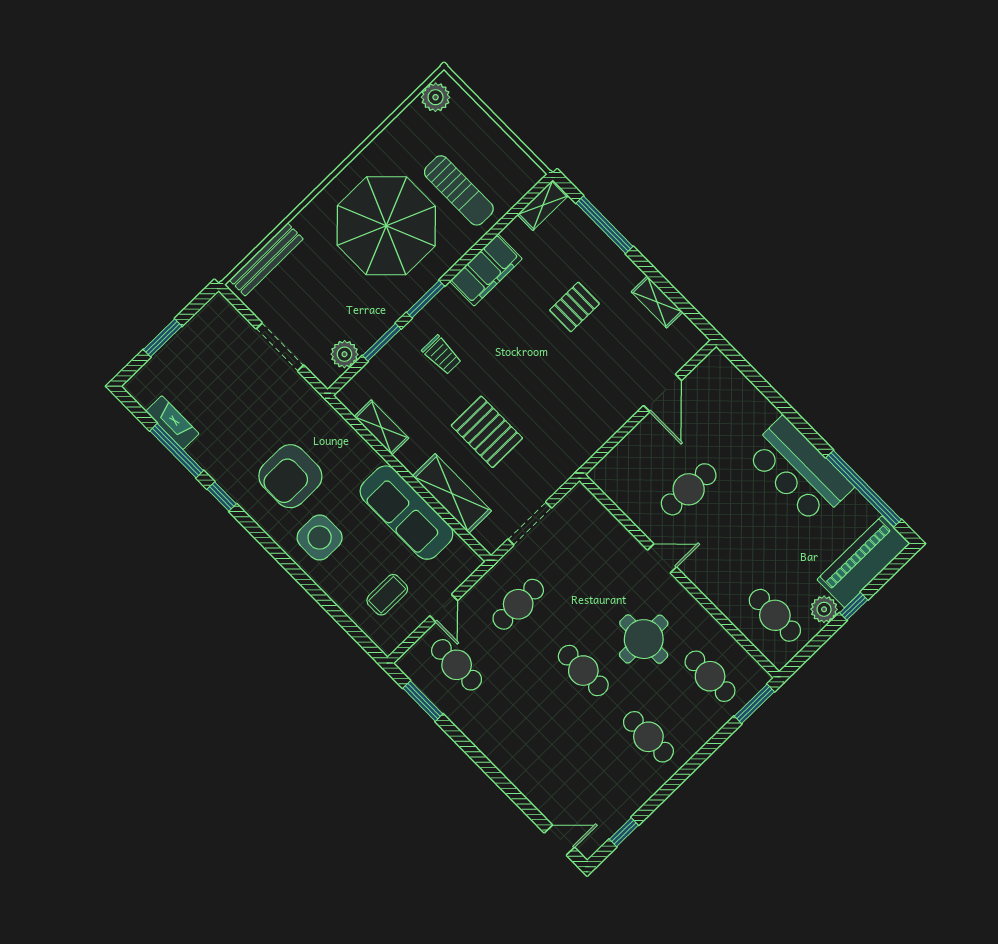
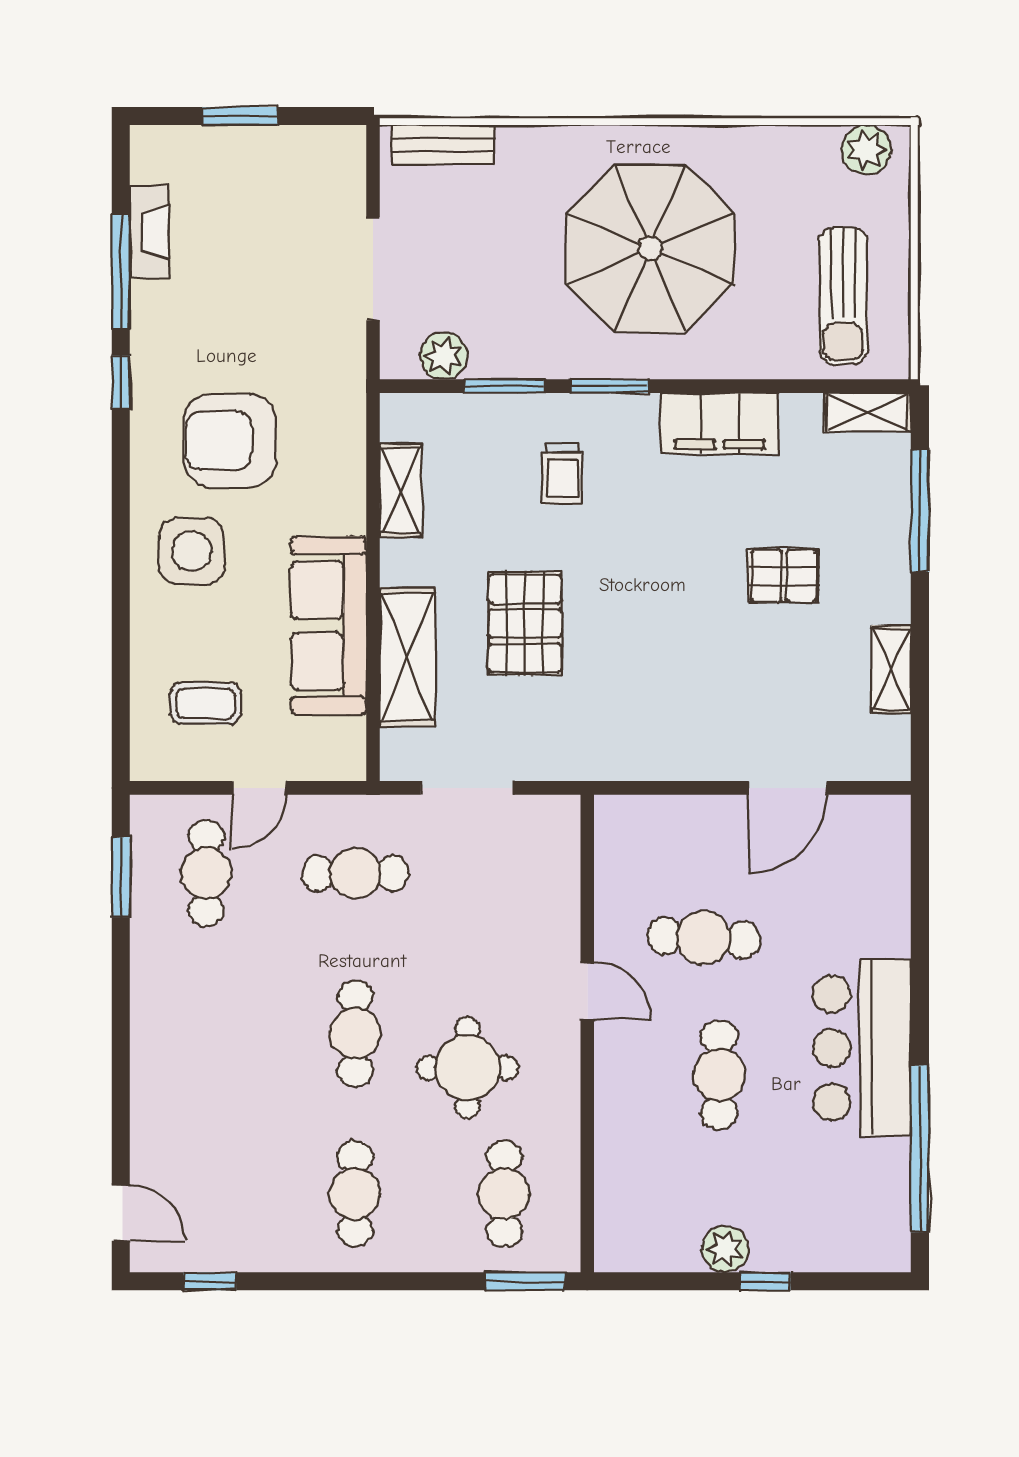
sun lounger: (459, 190) -> (843, 296), moved
bench: (266, 259) -> (443, 145), width x0.73
piano: (863, 562) -> (831, 1238), removed
cafe table: (775, 615) -> (719, 1075), moved

